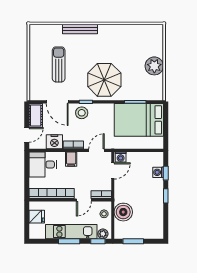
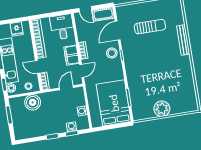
parasol: (104, 80) -> (143, 68), removed
nightstand: (54, 142) -> (83, 34), removed
door: (96, 150) -> (82, 71), hinge flipped
washing machine: (121, 157) -> (82, 111), moved
filing cabinet: (71, 159) -> (71, 55), width x2.00
door: (113, 171) -> (66, 88), swing flipped

